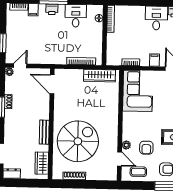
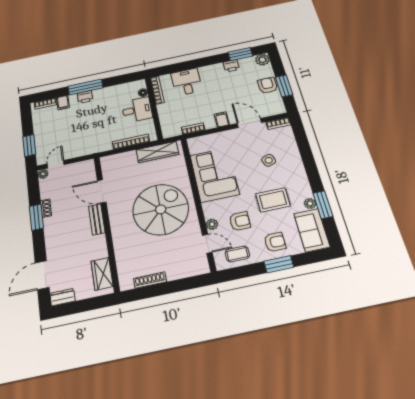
desk: (76, 16) -> (137, 110), moved, turned 90
desk: (156, 18) -> (187, 82), moved
door: (52, 84) -> (102, 191), moved
corner sofa: (138, 91) -> (214, 175), moved
bench: (44, 132) -> (97, 219), moved
spiral stairs: (78, 141) -> (161, 209), moved
armchair: (146, 148) -> (240, 221), turned -90

